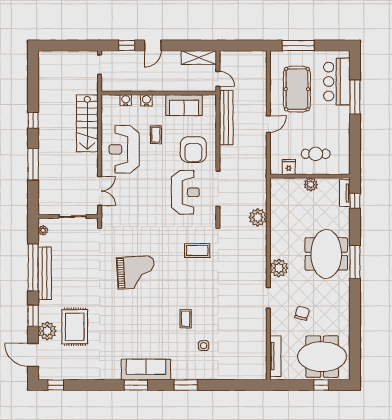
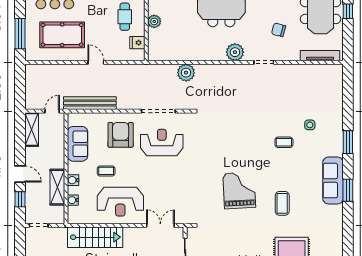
shelving: (139, 84) -> (57, 187), added
armchair: (193, 150) -> (121, 135), turned -90
coffee table: (197, 251) -> (282, 203), moved

